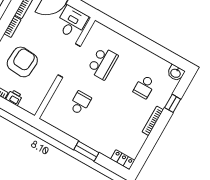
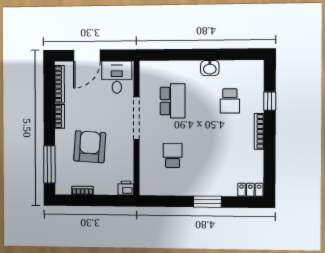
washbasin: (176, 73) -> (210, 68), moved
printer: (14, 98) -> (126, 188), moved

